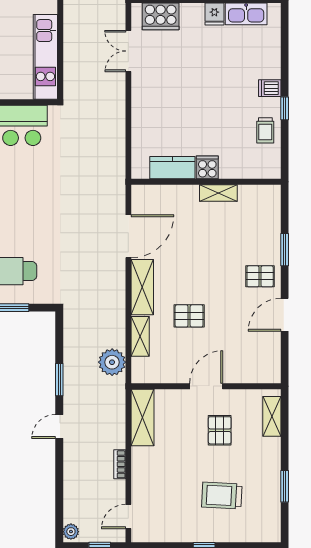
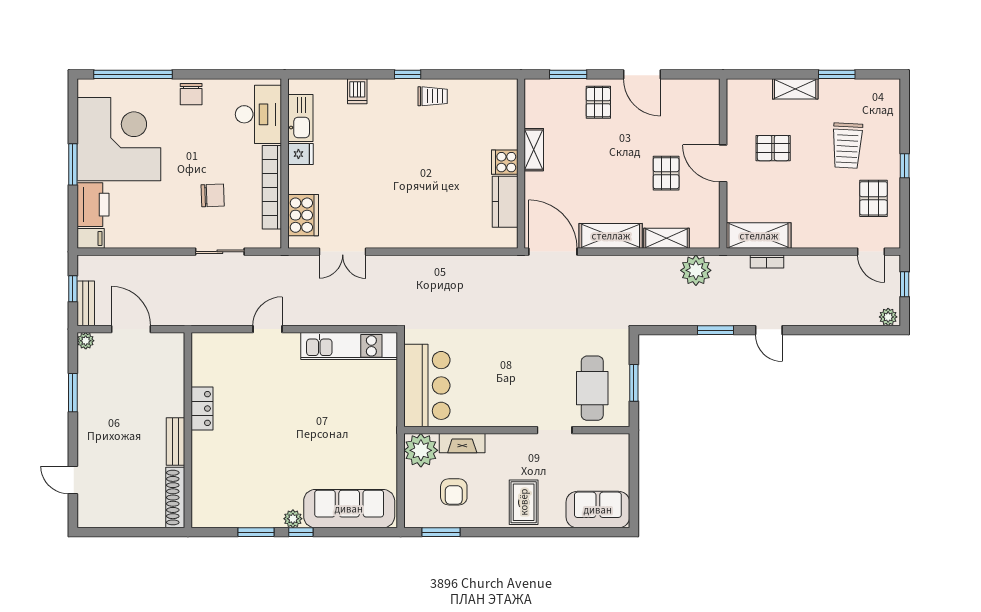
dishwasher: (270, 88) -> (357, 91), moved
cooker: (207, 167) -> (505, 162), moved
kitchen counter: (172, 168) -> (505, 202), moved
wall: (206, 182) -> (521, 164), moved
shelving: (218, 193) -> (534, 150), moved
pallet: (189, 316) -> (666, 173), moved
shelving: (272, 416) -> (795, 89), moved
bookcase: (120, 464) -> (767, 262), moved
pallet: (175, 519) -> (873, 198), added

